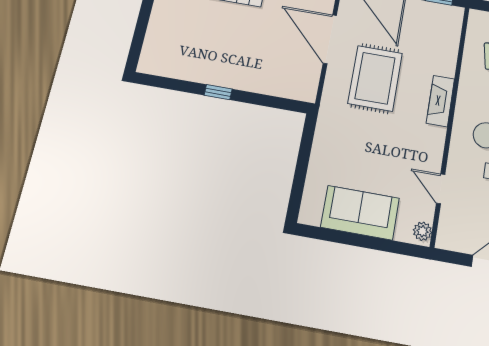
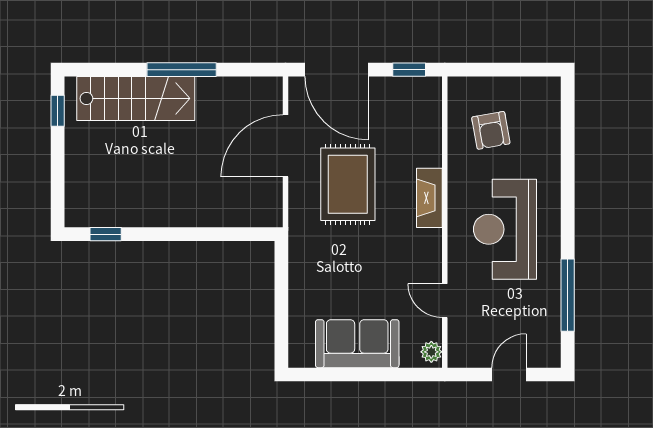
door: (330, 39) -> (286, 146), hinge flipped
window: (218, 92) -> (106, 234), moved

